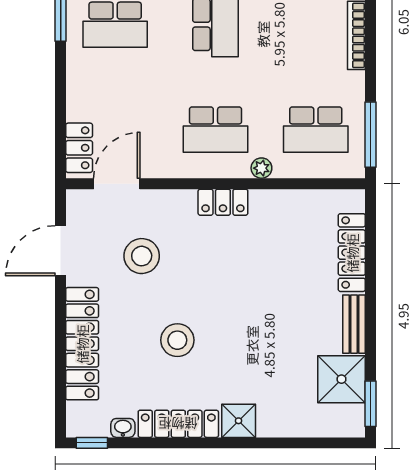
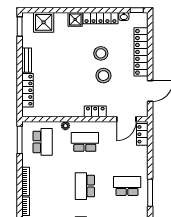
school desk: (316, 130) -> (43, 142), turned 90
locker: (223, 202) -> (95, 111), moved
stool: (142, 256) -> (103, 76), moved
shower: (341, 379) -> (44, 22), moved

